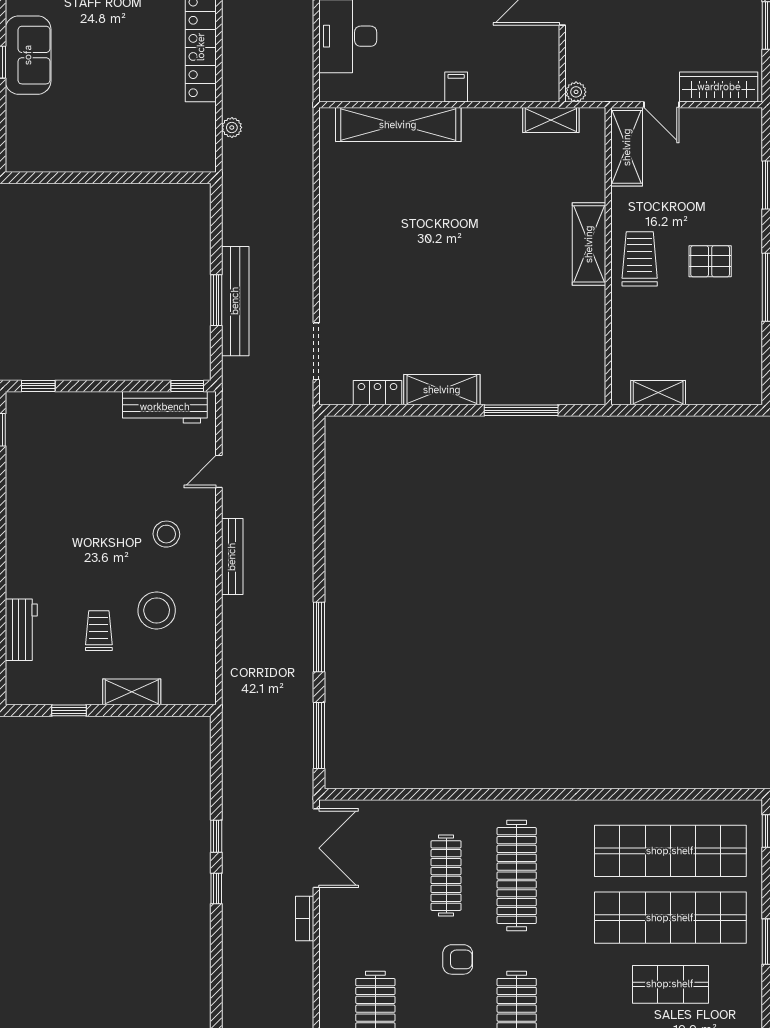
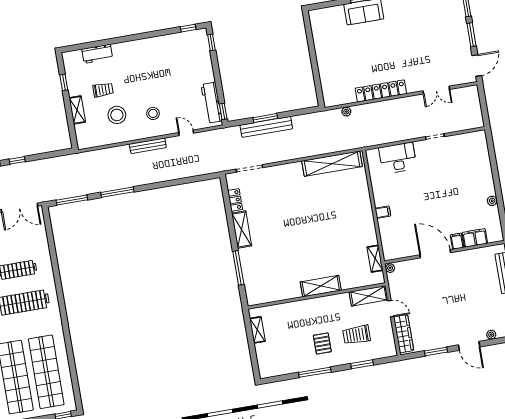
door: (662, 105) -> (391, 309), swing flipped
shelving: (398, 125) -> (332, 164), moved, turned 90
trolley: (640, 259) -> (357, 335), moved, turned 180

